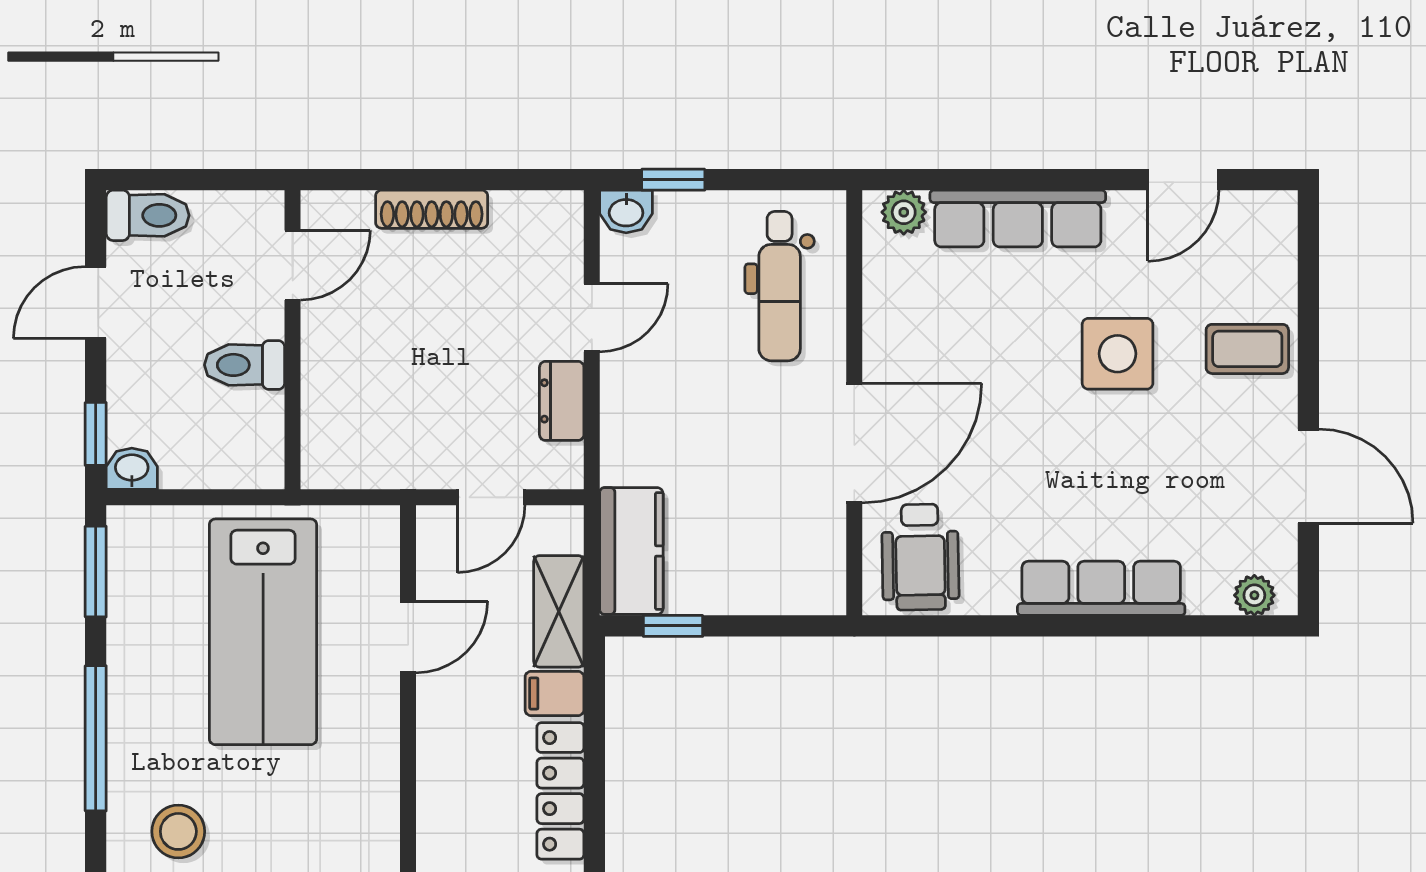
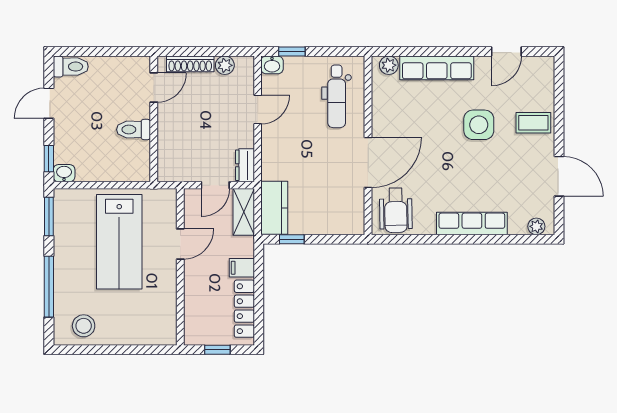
plant: (514, 212) -> (225, 65), added
door: (293, 265) -> (154, 88), moved
wall: (293, 340) -> (154, 119), moved
toilet: (245, 365) -> (134, 130), moved
dresser: (562, 401) -> (245, 165), moved
shelving: (559, 611) -> (244, 212), moved

